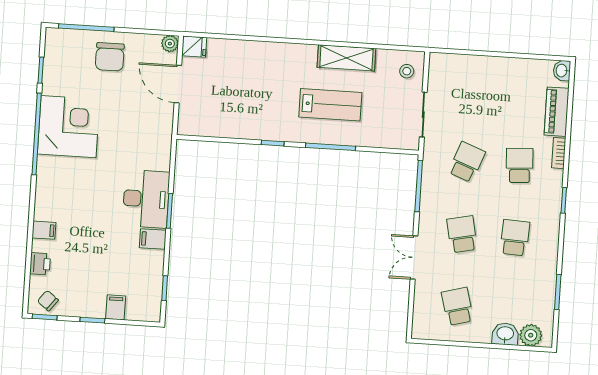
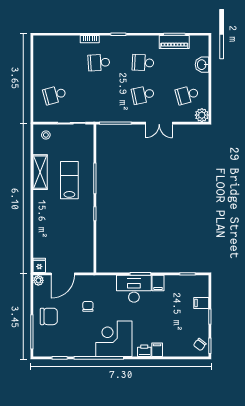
washbasin: (562, 71) -> (39, 40), removed
piano: (557, 112) -> (174, 42), moved
chair: (122, 122) -> (88, 306), added
corner desk: (69, 127) -> (114, 339), moved
school desk: (467, 162) -> (55, 95), moved, turned -36
printer: (40, 264) -> (144, 351), moved
plant: (531, 335) -> (202, 115), moved

